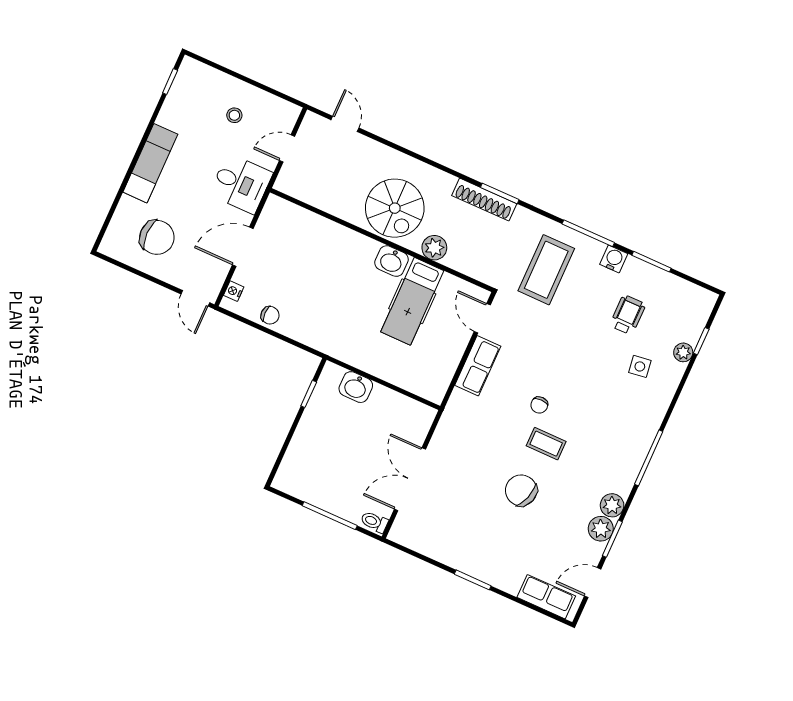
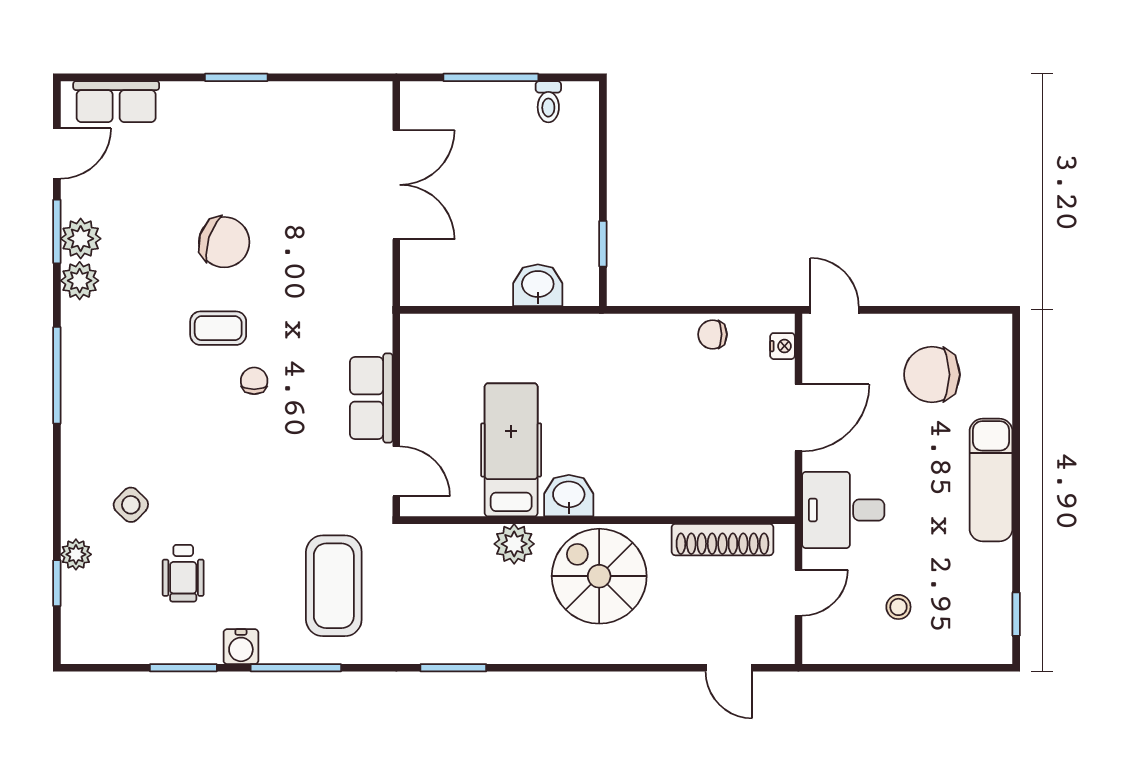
shoe rack: (484, 200) -> (722, 540), moved, turned 180
side table: (640, 366) -> (131, 505), turned -38
toilet: (374, 522) -> (548, 102), moved, turned 90

